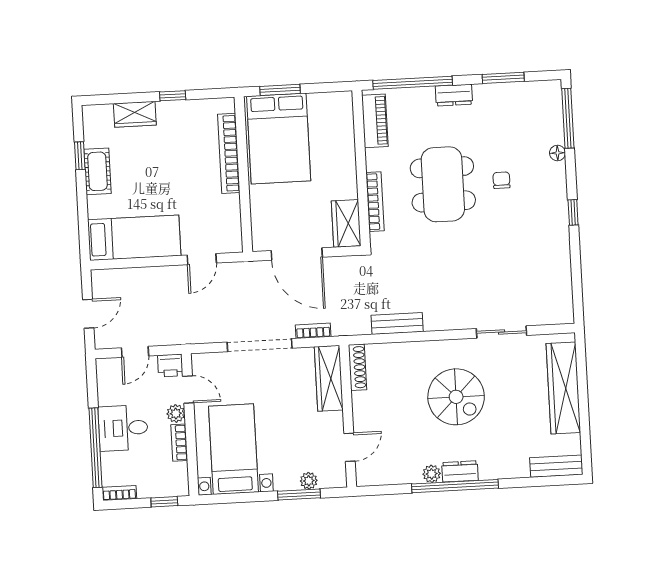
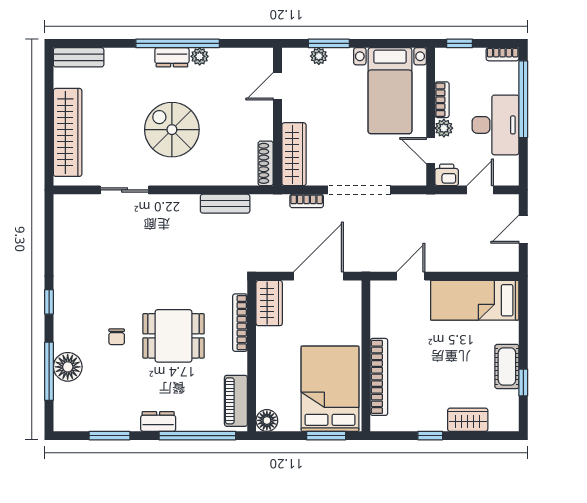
floor lamp: (342, 102) -> (267, 420), added
window: (568, 118) -> (49, 371), moved
floor lamp: (557, 153) -> (68, 367), width x1.89, depth x1.89
dining table: (443, 184) -> (174, 336), width x0.73
door: (297, 254) -> (319, 276), hinge flipped
desk: (123, 428) -> (496, 125), width x1.37

